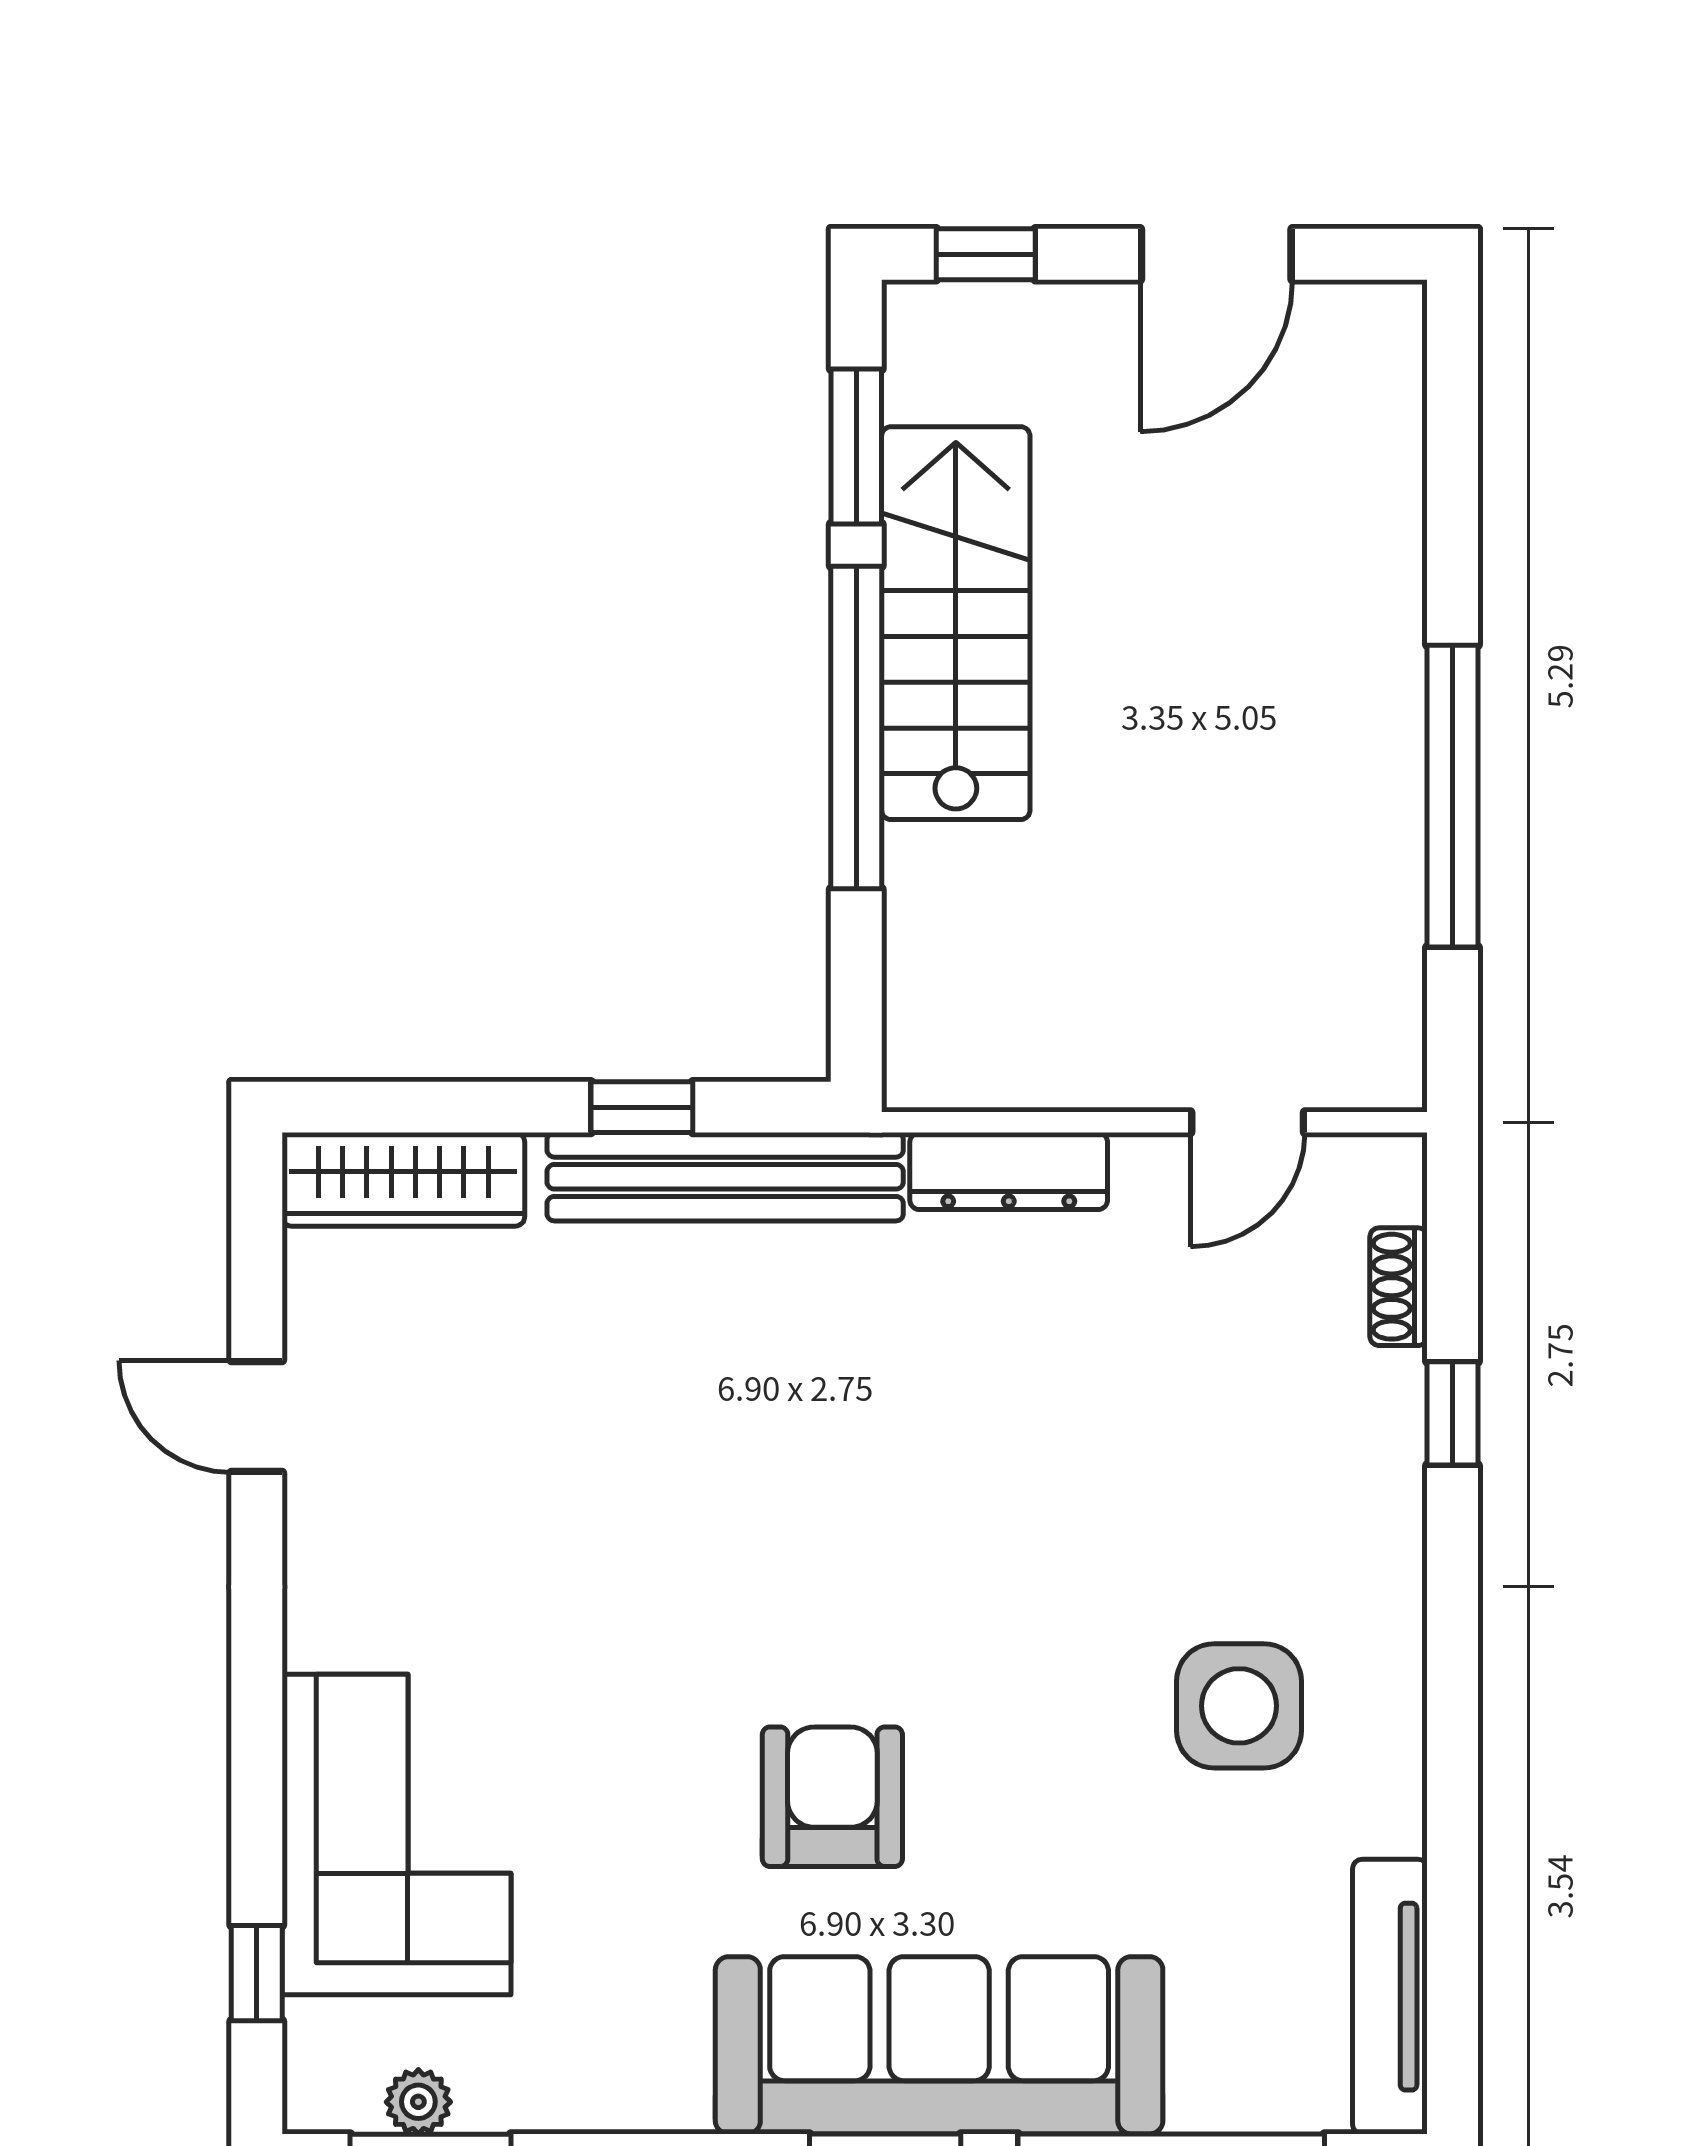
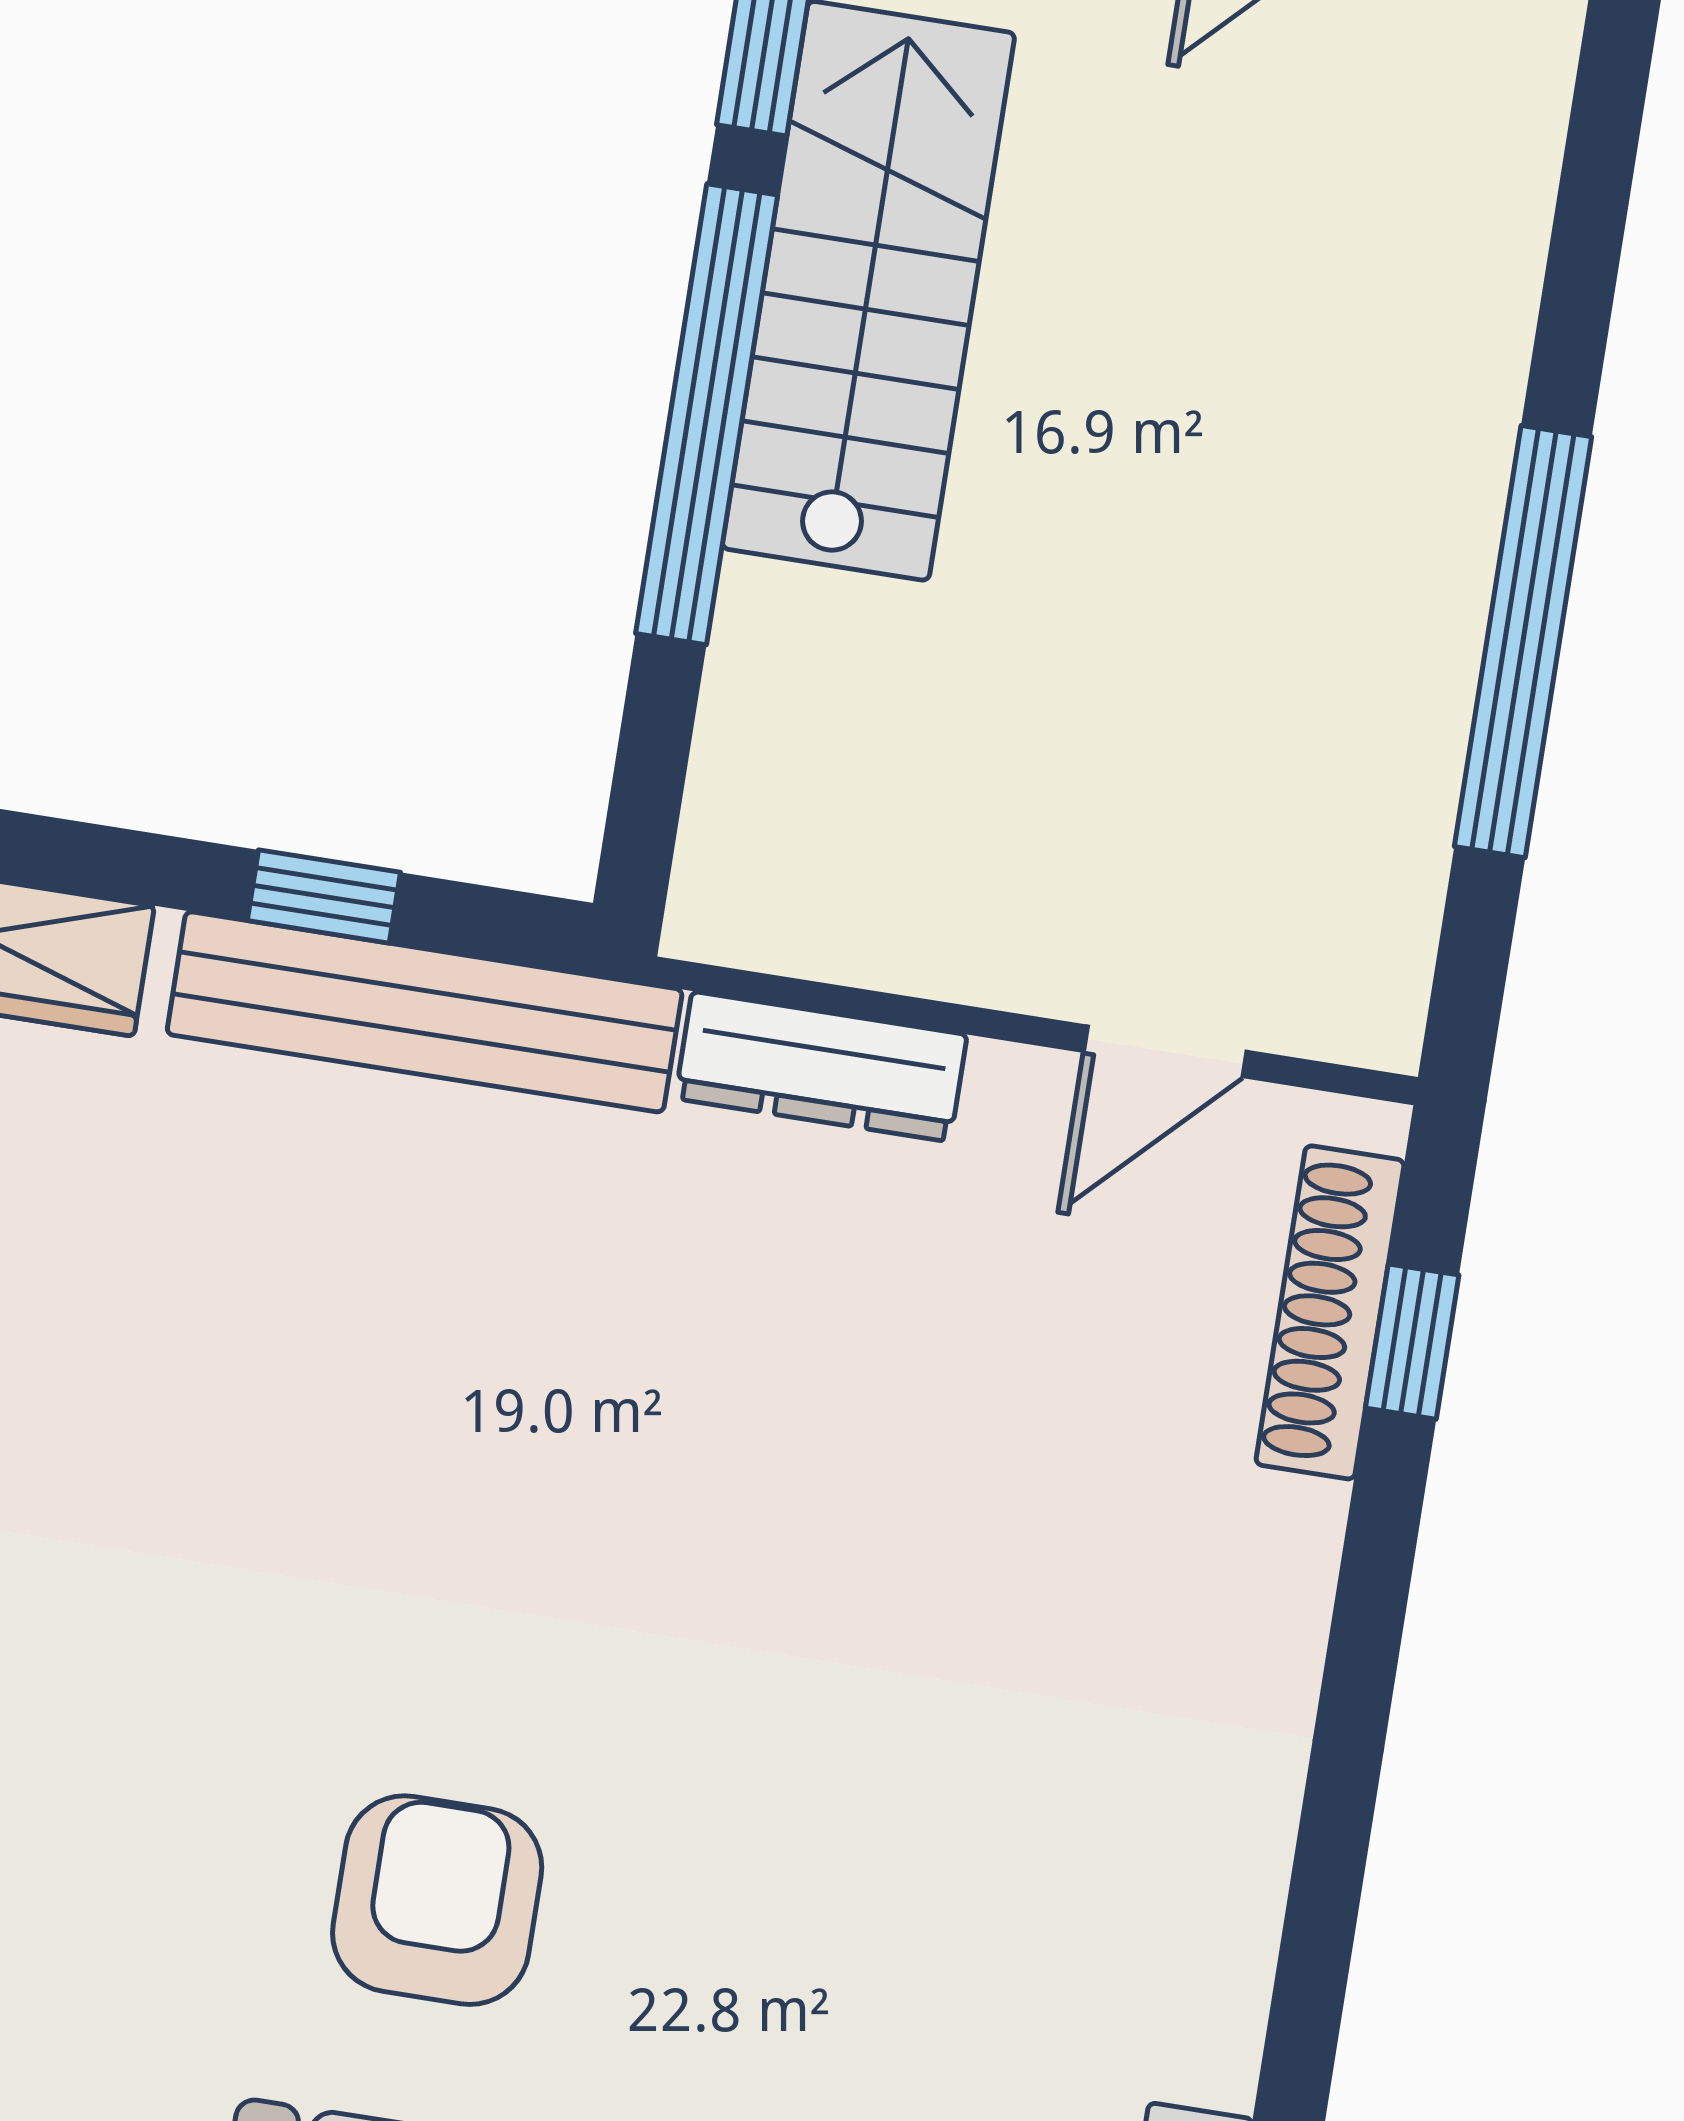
shoe rack: (1399, 1287) -> (1330, 1312), width x1.94, depth x1.24
window: (1453, 1413) -> (1412, 1342), moved
side table: (1239, 1706) -> (1024, 1863), removed

